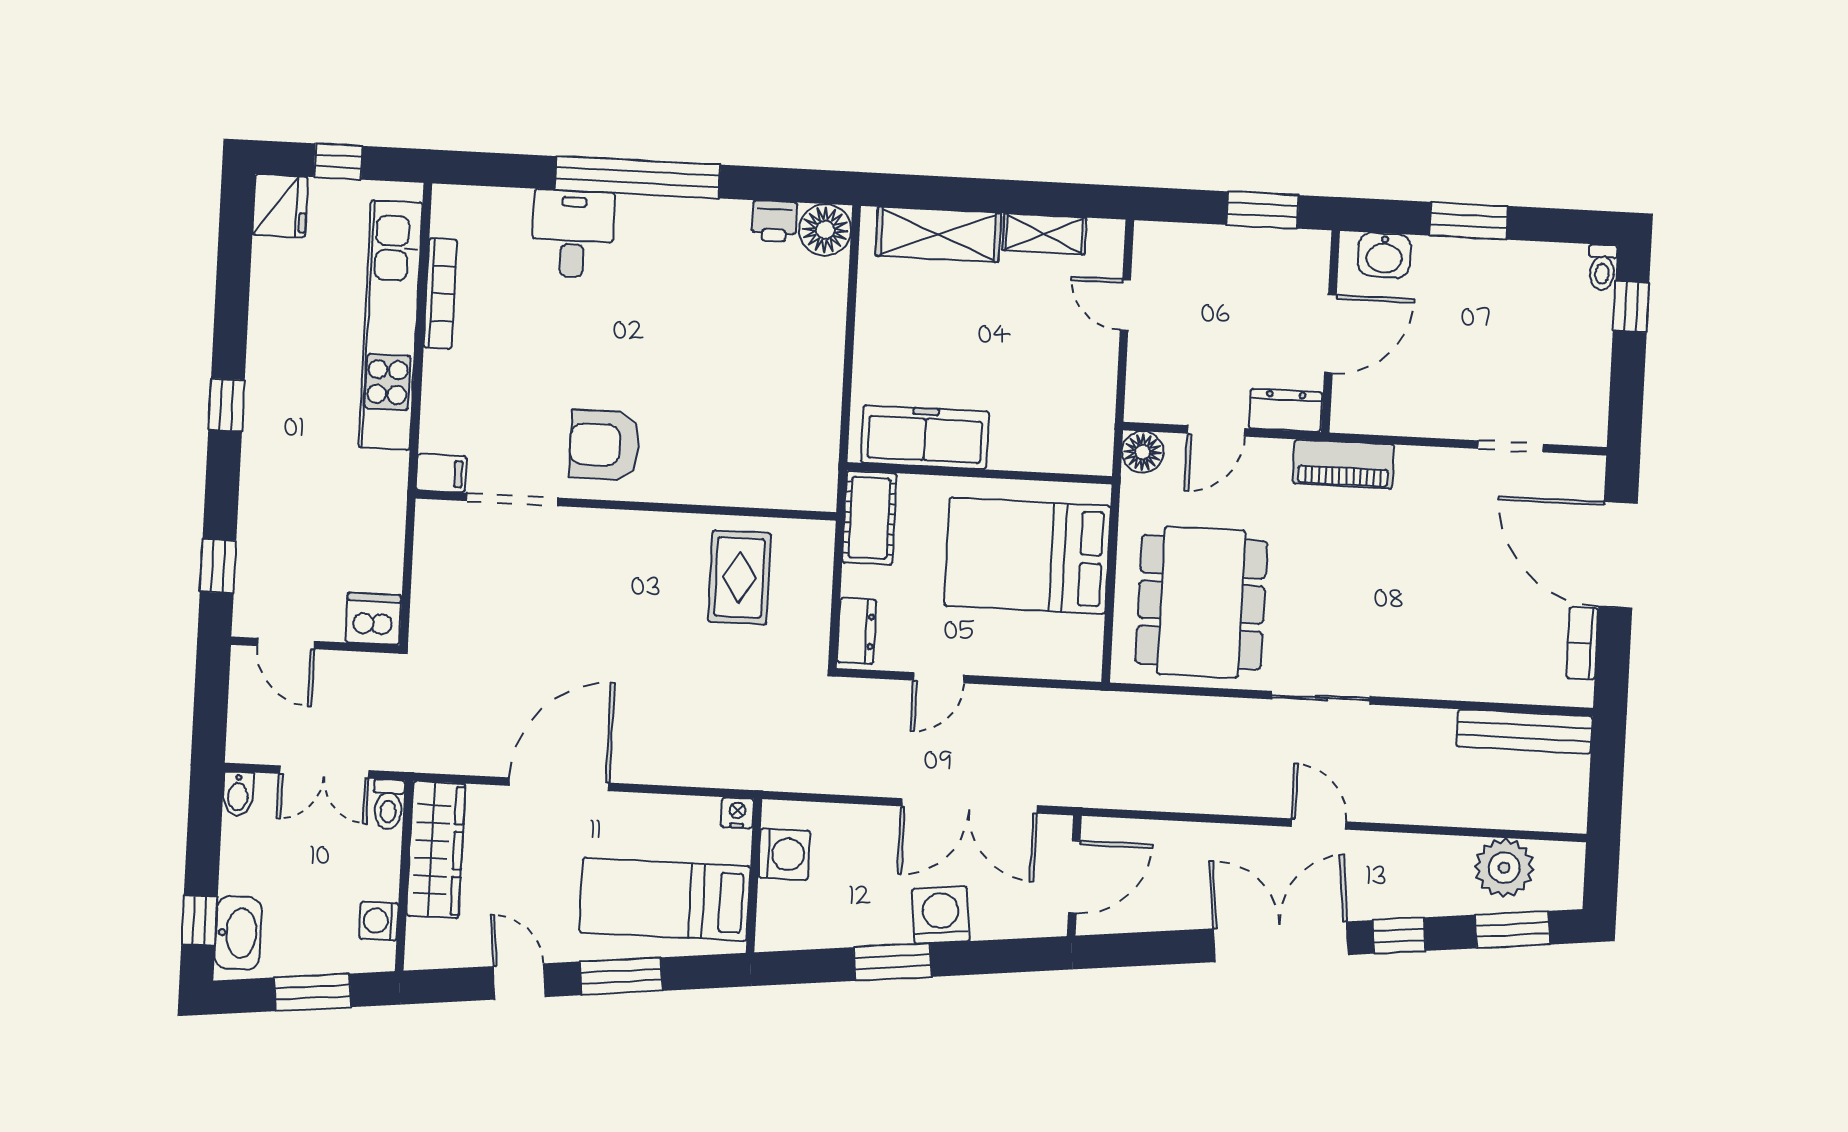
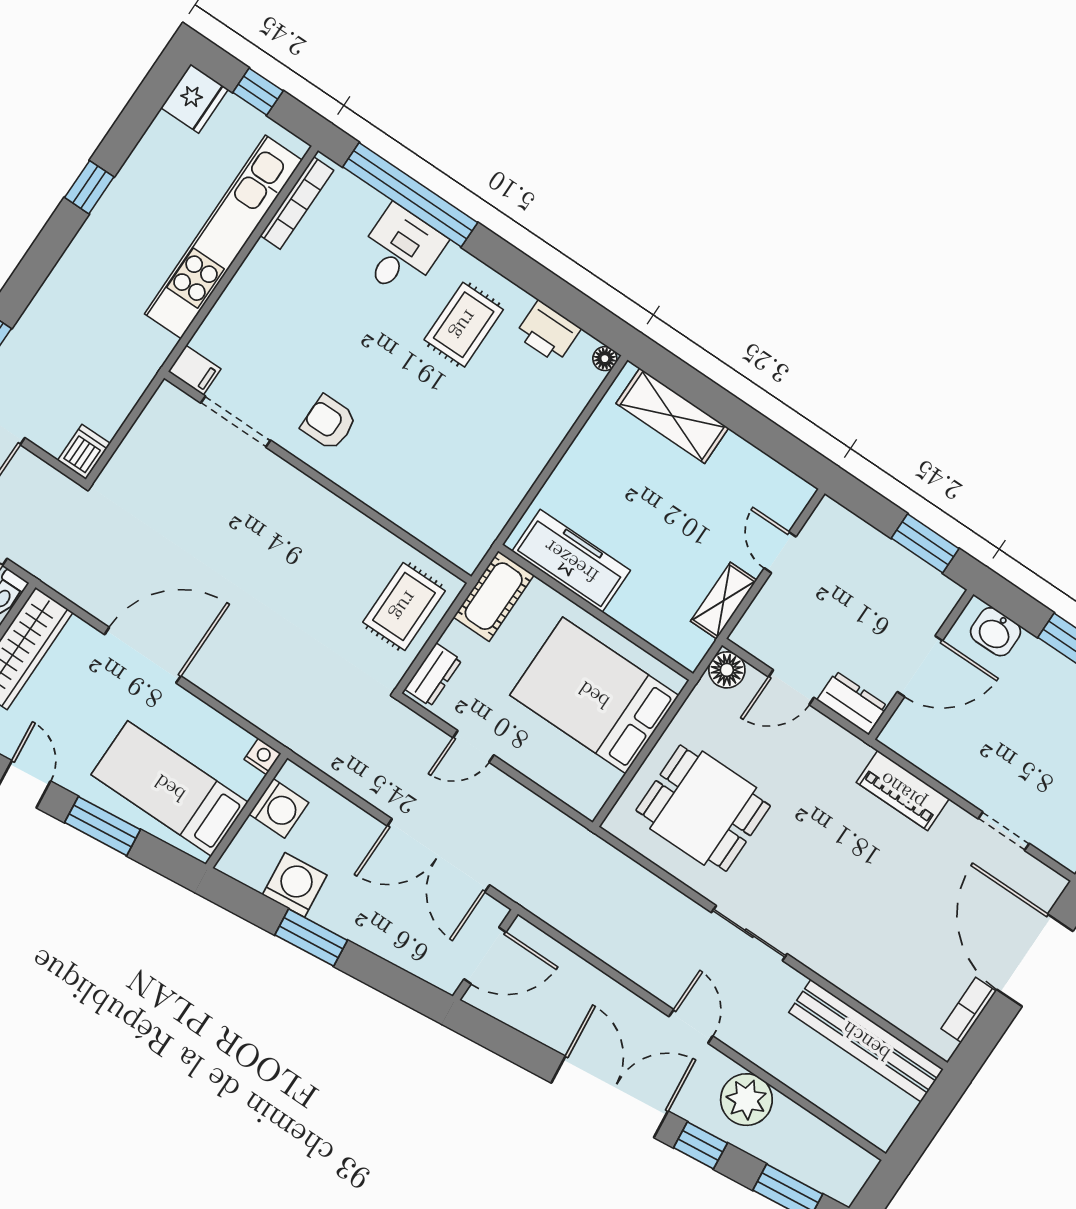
window: (638, 177) -> (410, 195), moved
printer: (774, 221) -> (548, 332), width x1.36, depth x1.24
floor lamp: (825, 230) -> (605, 359), width x0.53, depth x0.53
shelving: (1044, 234) -> (724, 601), moved, turned 90
rug: (679, 269) -> (464, 325), added
bookcase: (440, 294) -> (297, 203), moved
window: (227, 405) -> (89, 187), moved
armchair: (604, 445) -> (329, 423), width x0.72, depth x0.72
piano: (1343, 464) -> (903, 791), moved
rug: (739, 577) -> (404, 606), moved
dining table: (1201, 602) -> (703, 808), width x0.73
dishwasher: (373, 619) -> (84, 452), width x0.73
bench: (1524, 732) -> (866, 1041), width x1.37, depth x1.21
plant: (1504, 868) -> (746, 1100), moved
washing machine: (941, 915) -> (295, 885), moved

